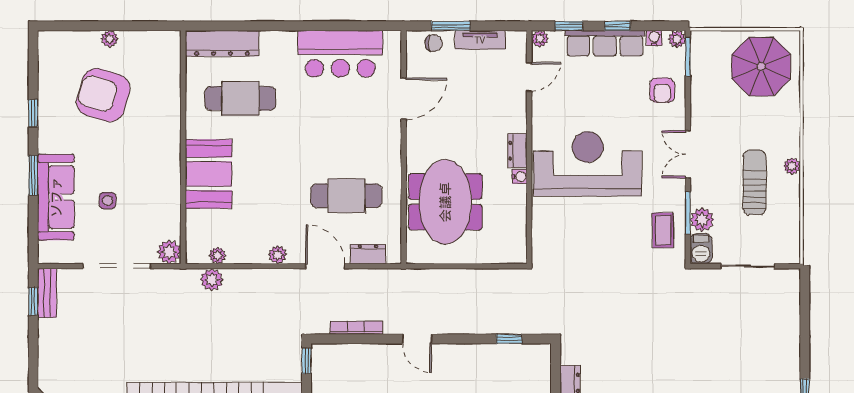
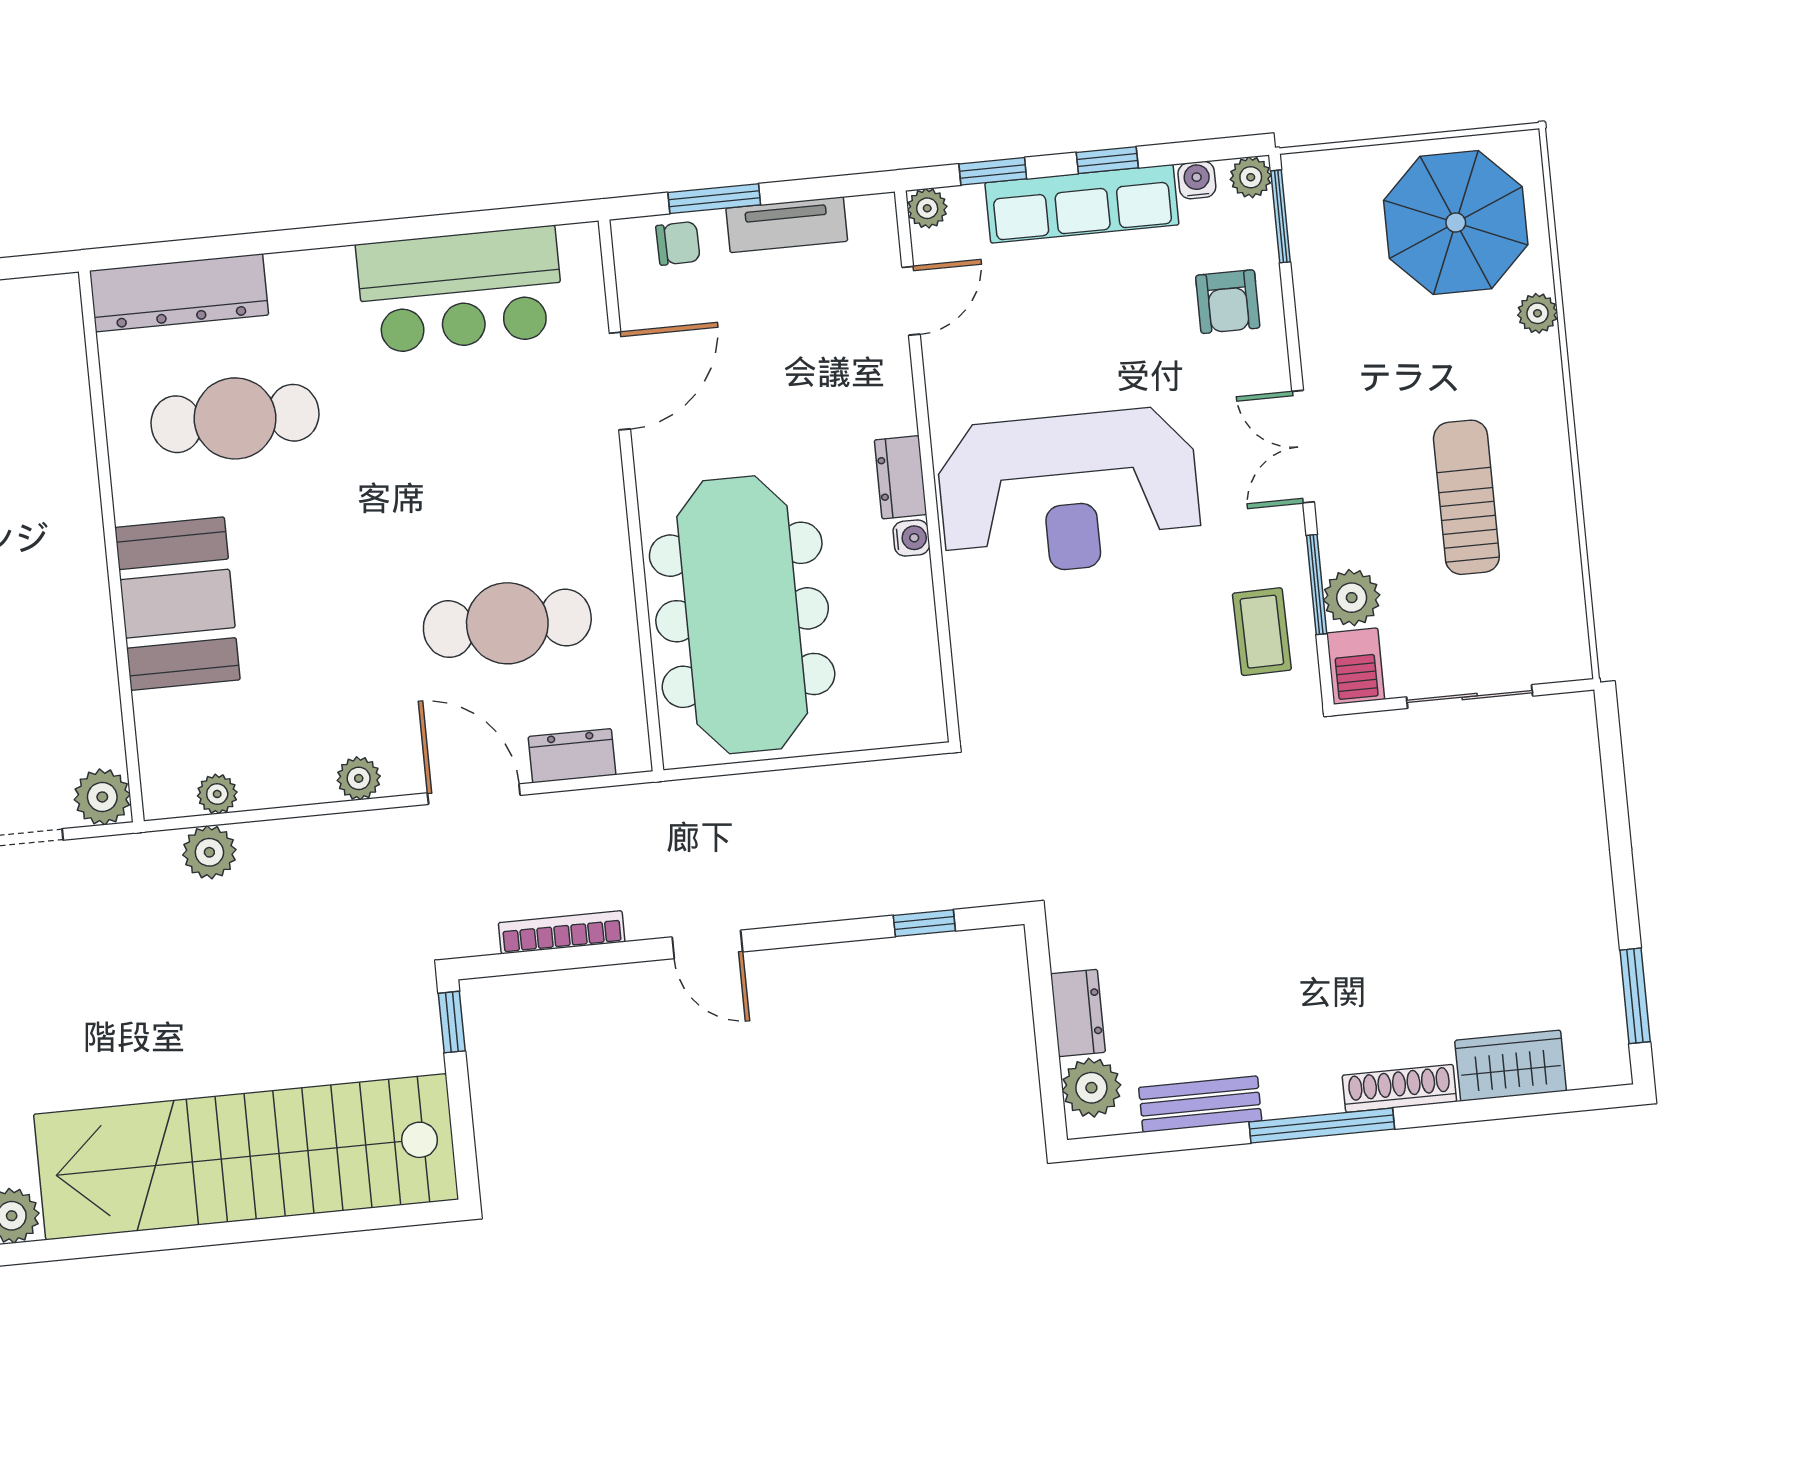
reception desk: (588, 164) -> (1069, 492), turned 180
plant: (792, 166) -> (1538, 313), moved
meeting table: (445, 202) -> (742, 615), width x1.36

